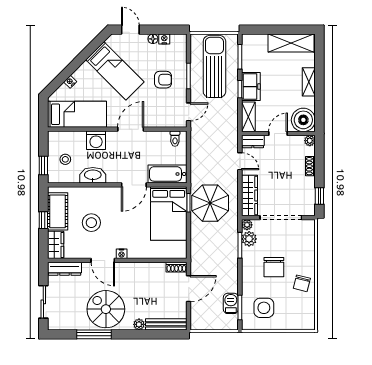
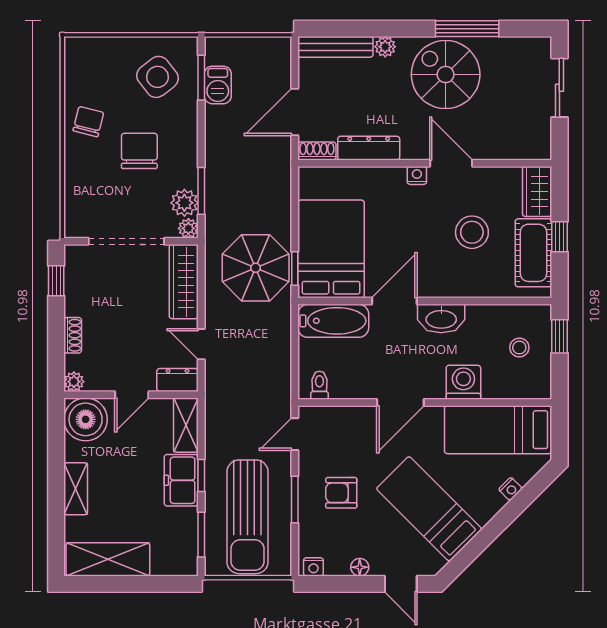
nightstand: (164, 39) -> (313, 567), moved
washbasin: (93, 175) -> (441, 319), moved
dresser: (64, 269) -> (369, 148), moved
side table: (264, 308) -> (158, 77), turned -38
spiral stairs: (106, 309) -> (446, 75), turned 180

